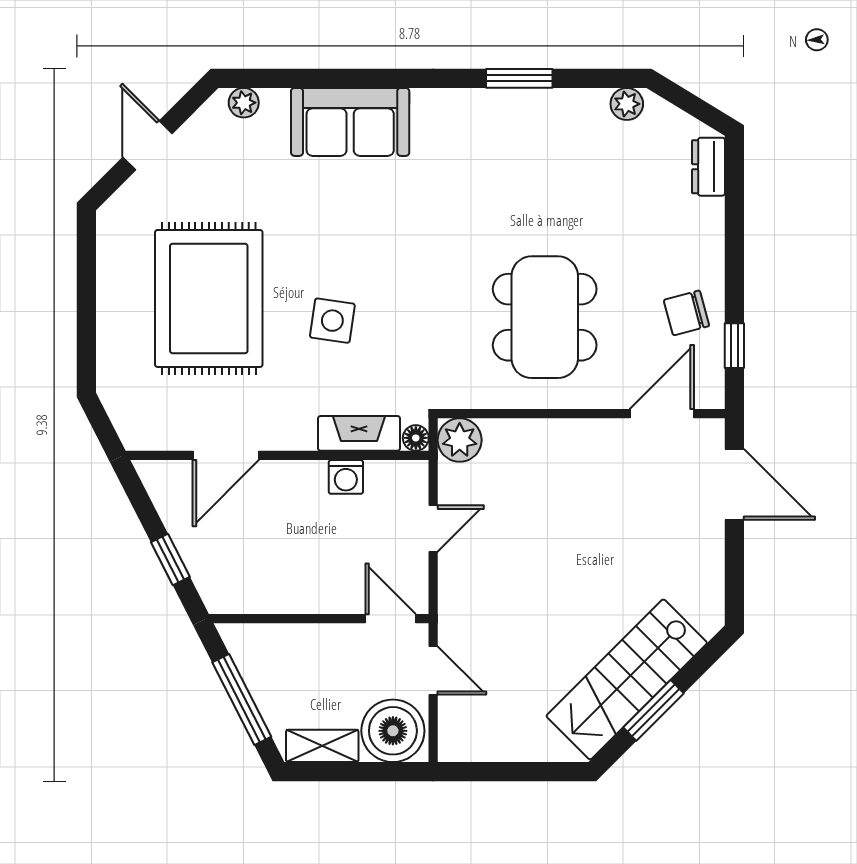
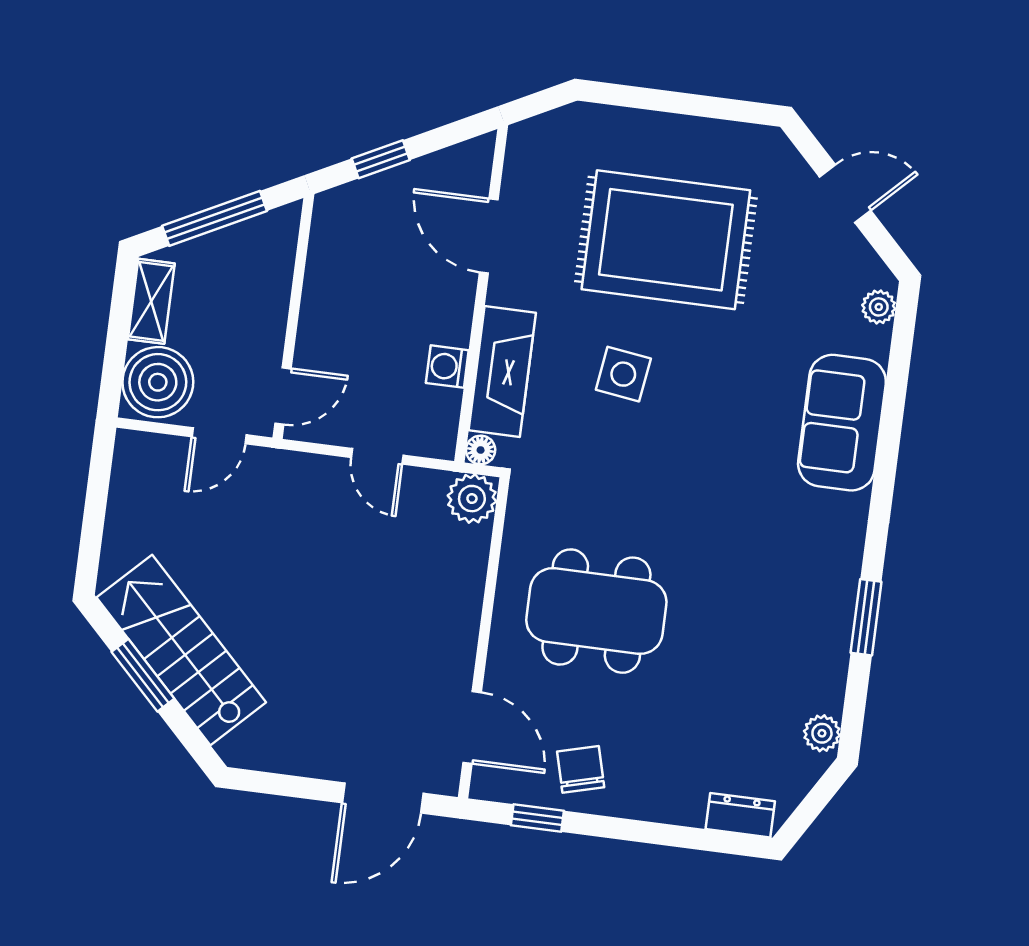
fireplace: (359, 433) -> (502, 372), width x1.37, depth x1.32

